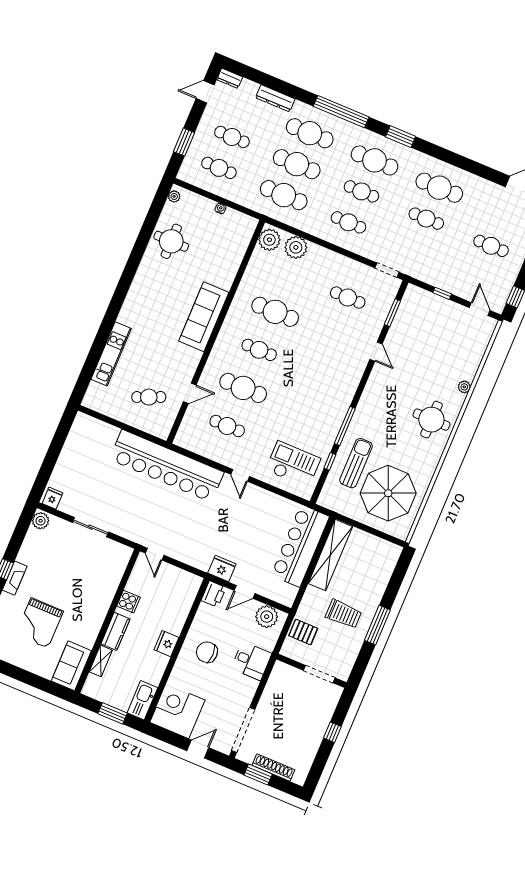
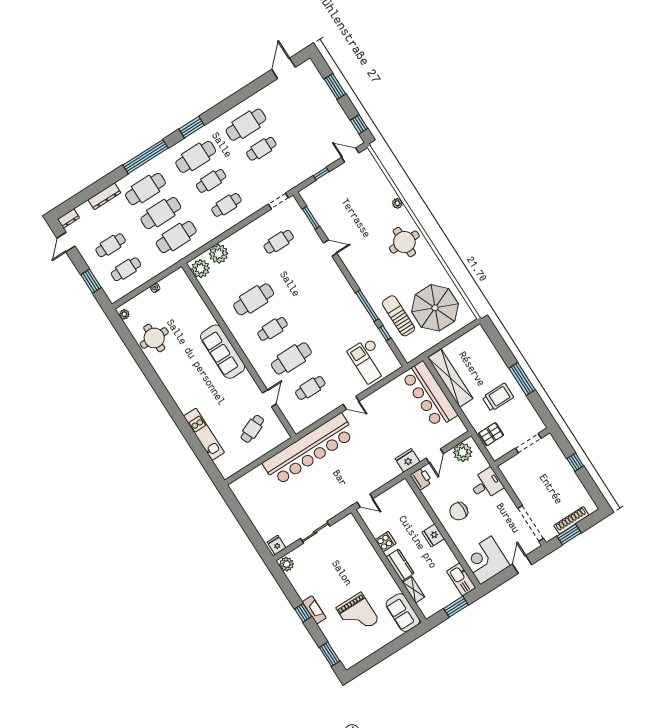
cafe table: (491, 246) -> (312, 117), removed
checkout: (293, 464) -> (369, 360), turned -90

